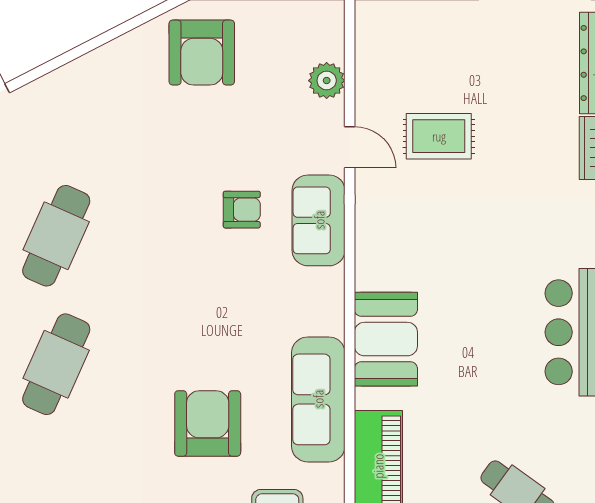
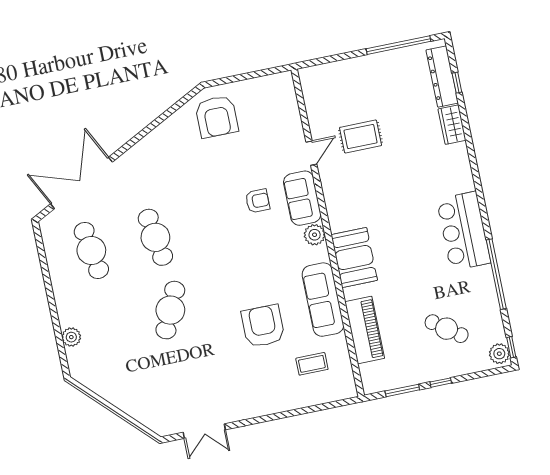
plant: (327, 81) -> (315, 235), moved
door: (350, 147) -> (311, 153), hinge flipped
cafe table: (56, 236) -> (155, 237), turned -33

